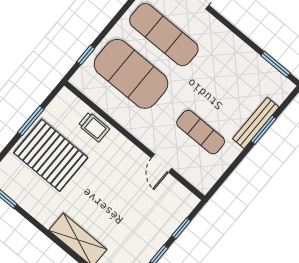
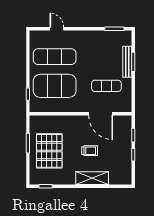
trolley: (94, 127) -> (90, 151), moved
pallet: (51, 155) -> (49, 151), turned 90
door: (162, 163) -> (101, 114), width x1.88

